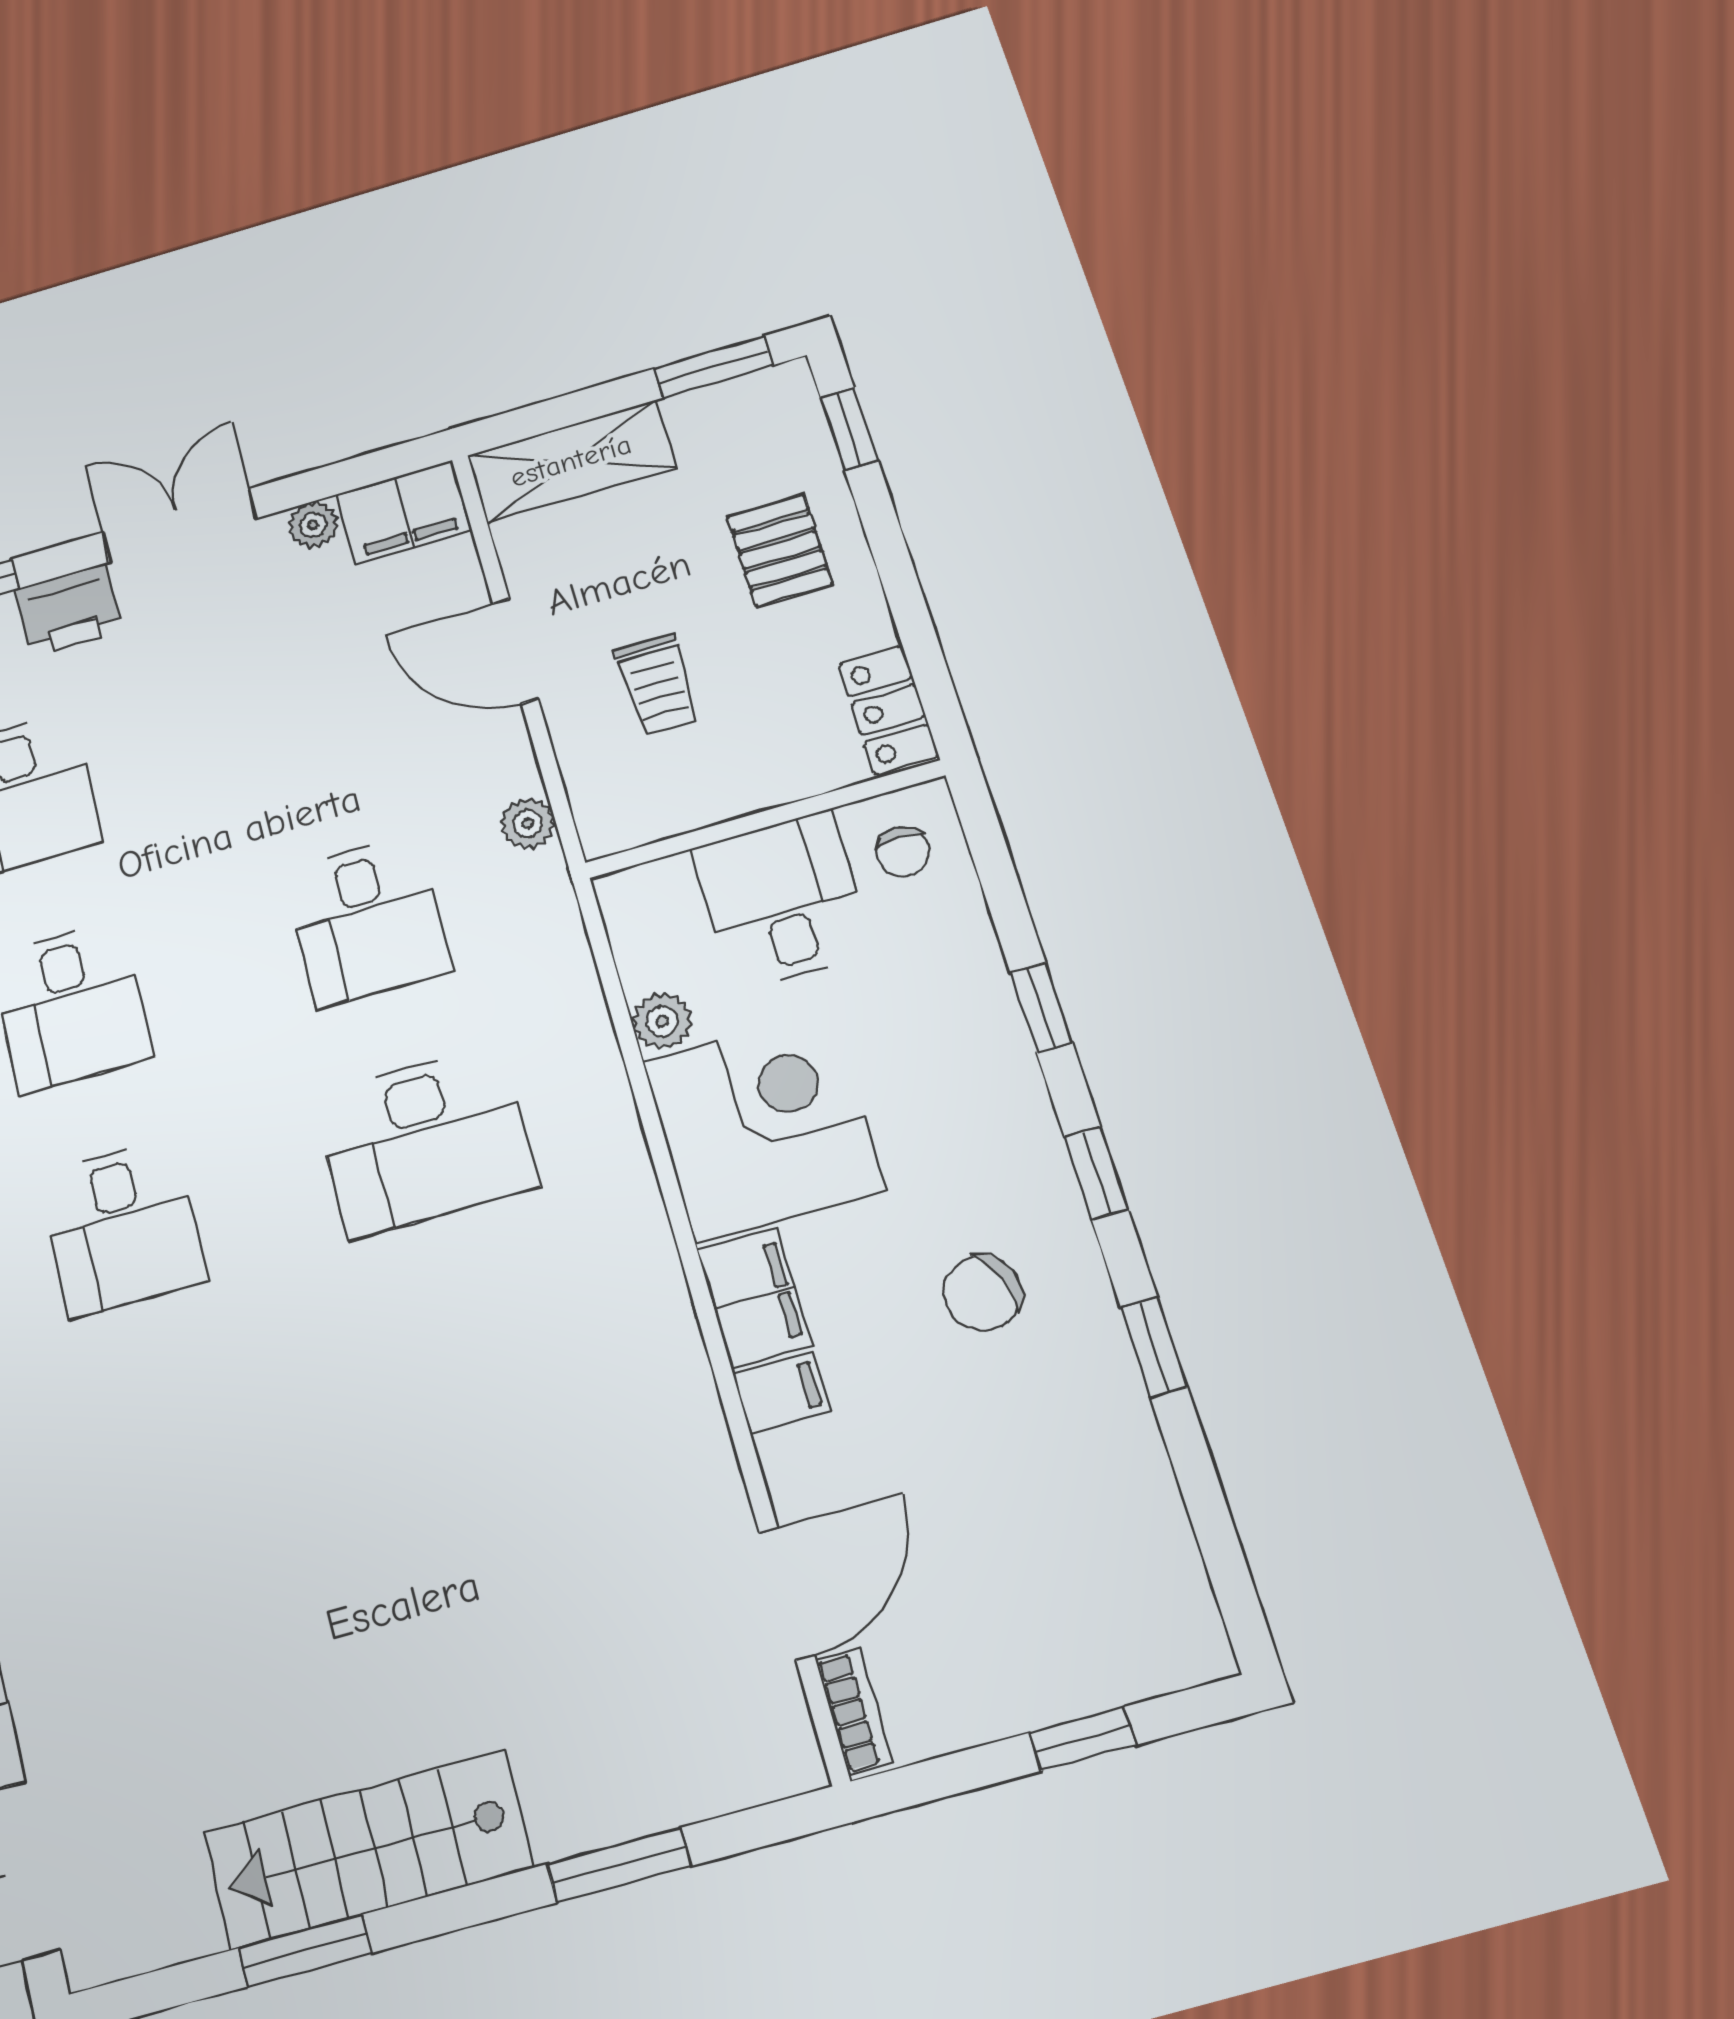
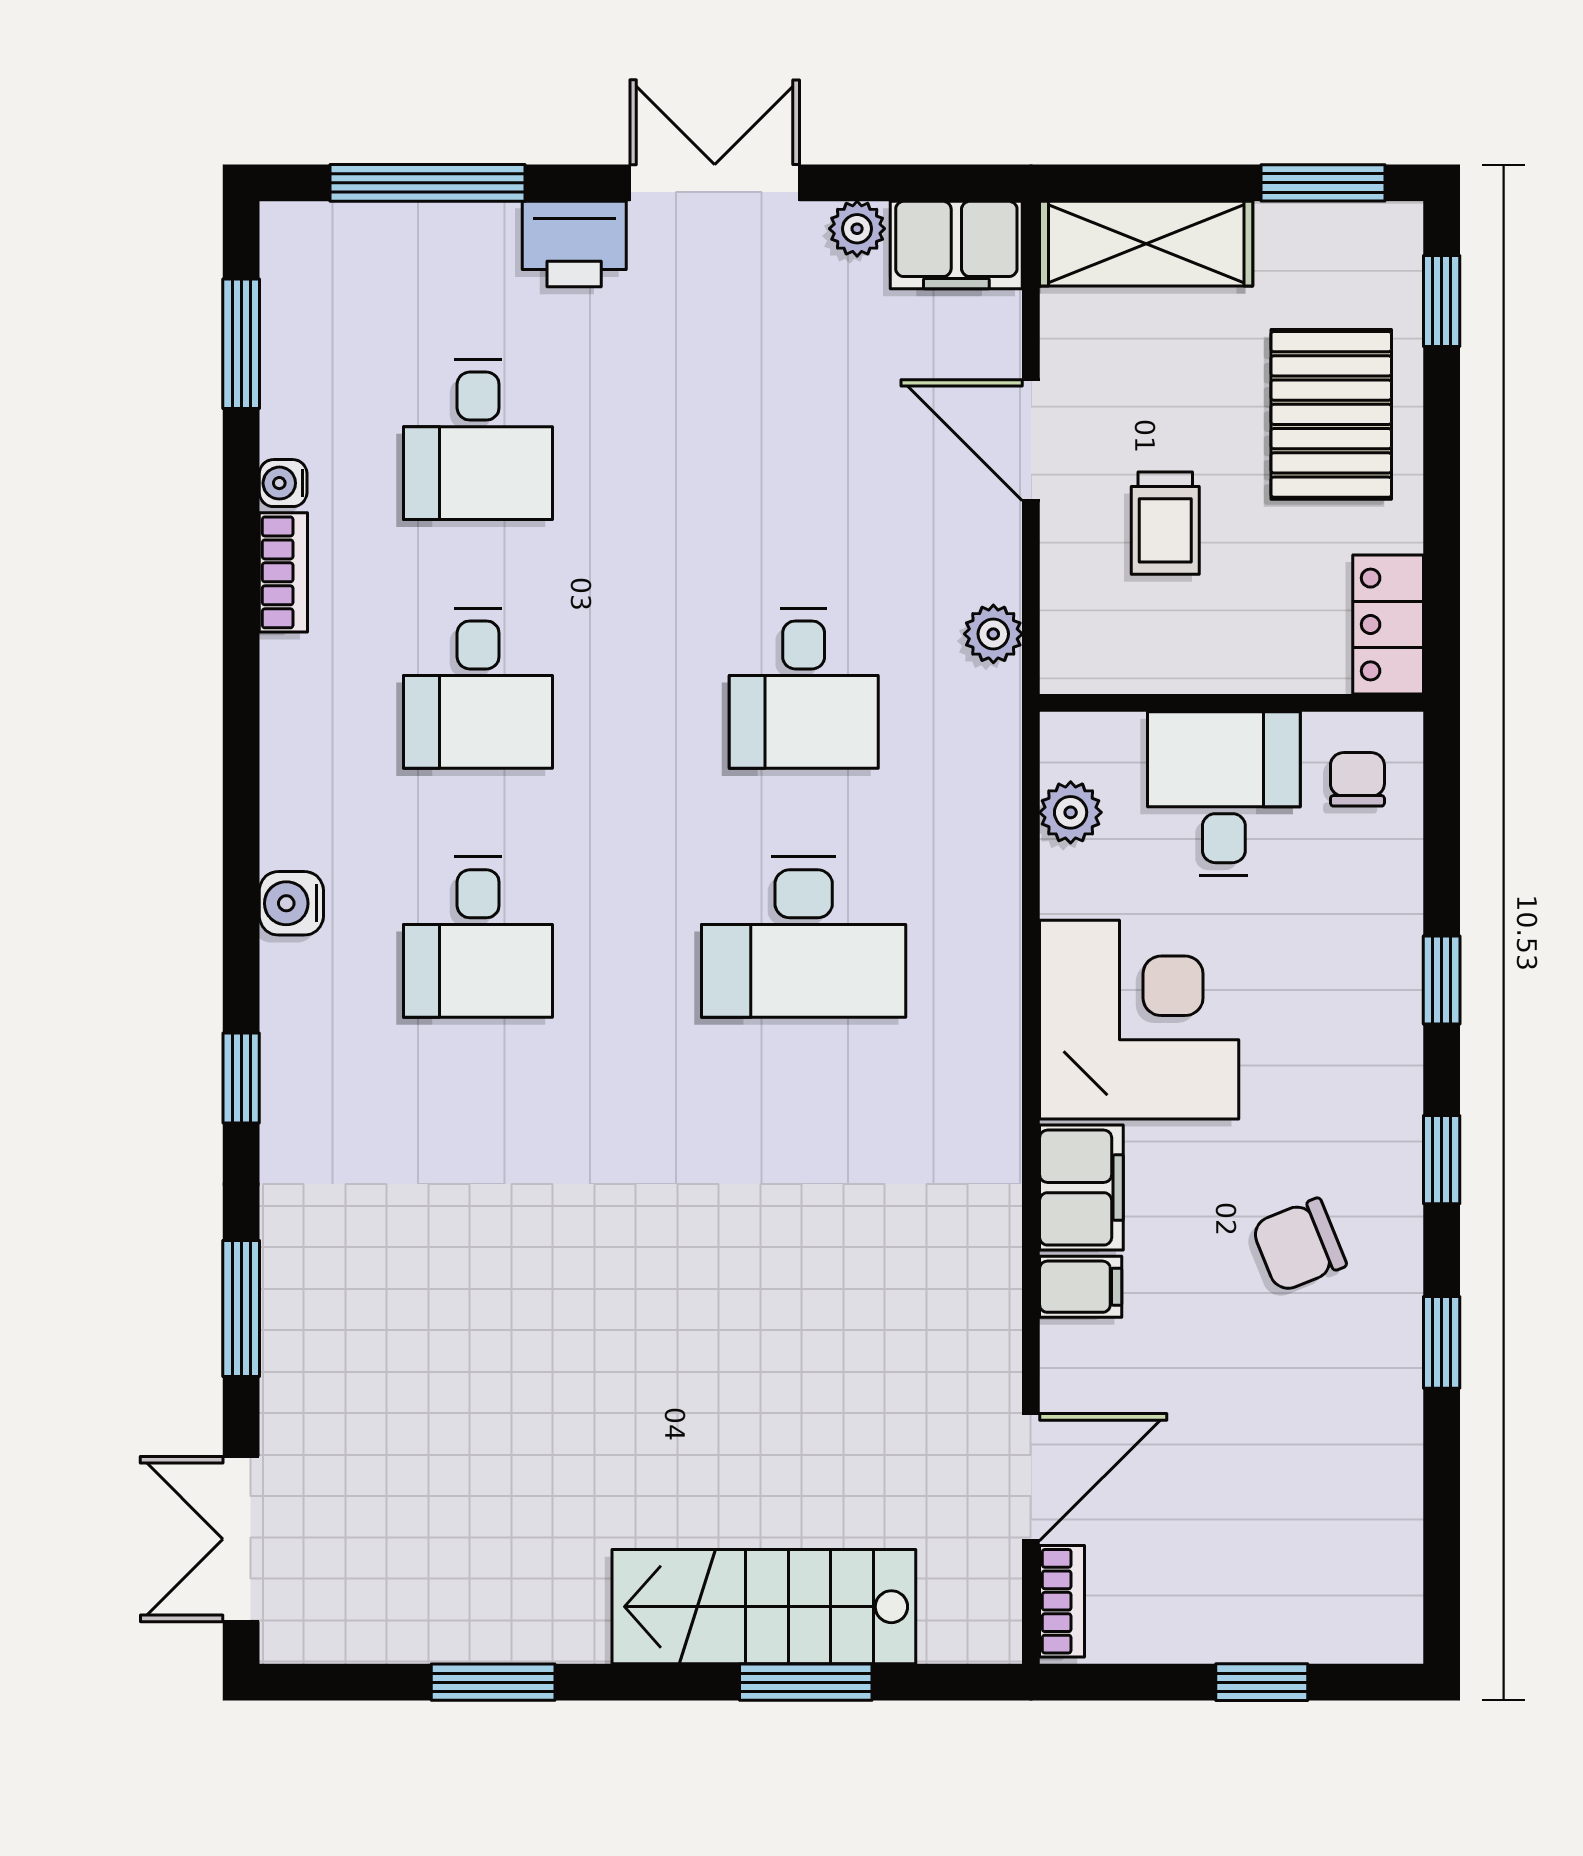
pallet: (780, 550) -> (1331, 414), width x1.50, depth x1.42
chair: (903, 852) -> (1357, 779), turned 180
plant: (662, 1021) -> (1071, 812), moved
stairs: (368, 1850) -> (764, 1607), moved

